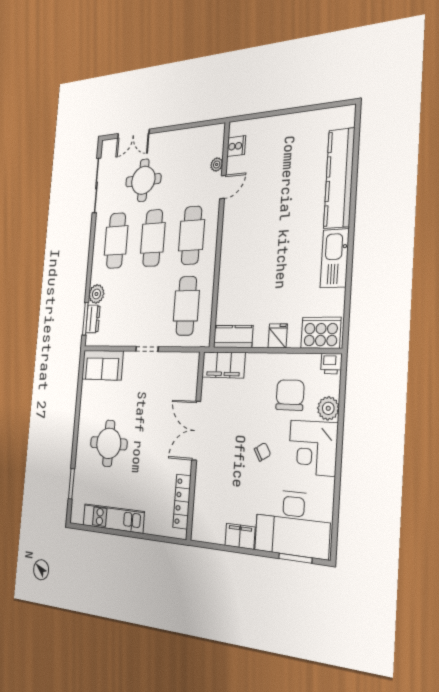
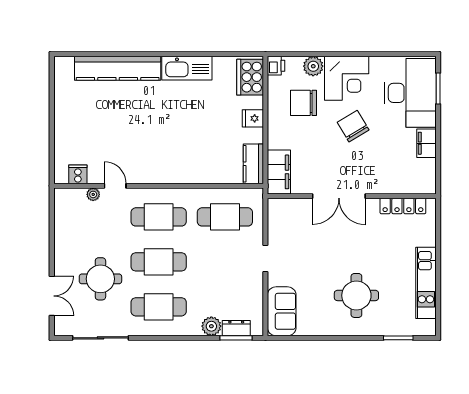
chair: (262, 452) -> (353, 126), width x1.87, depth x1.87

